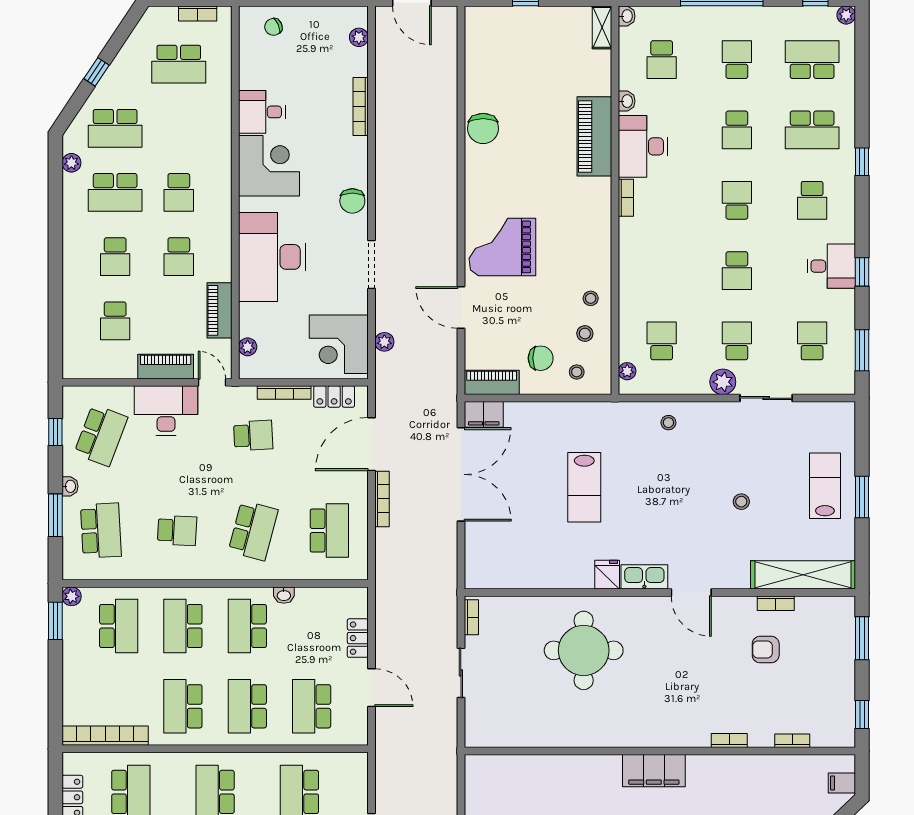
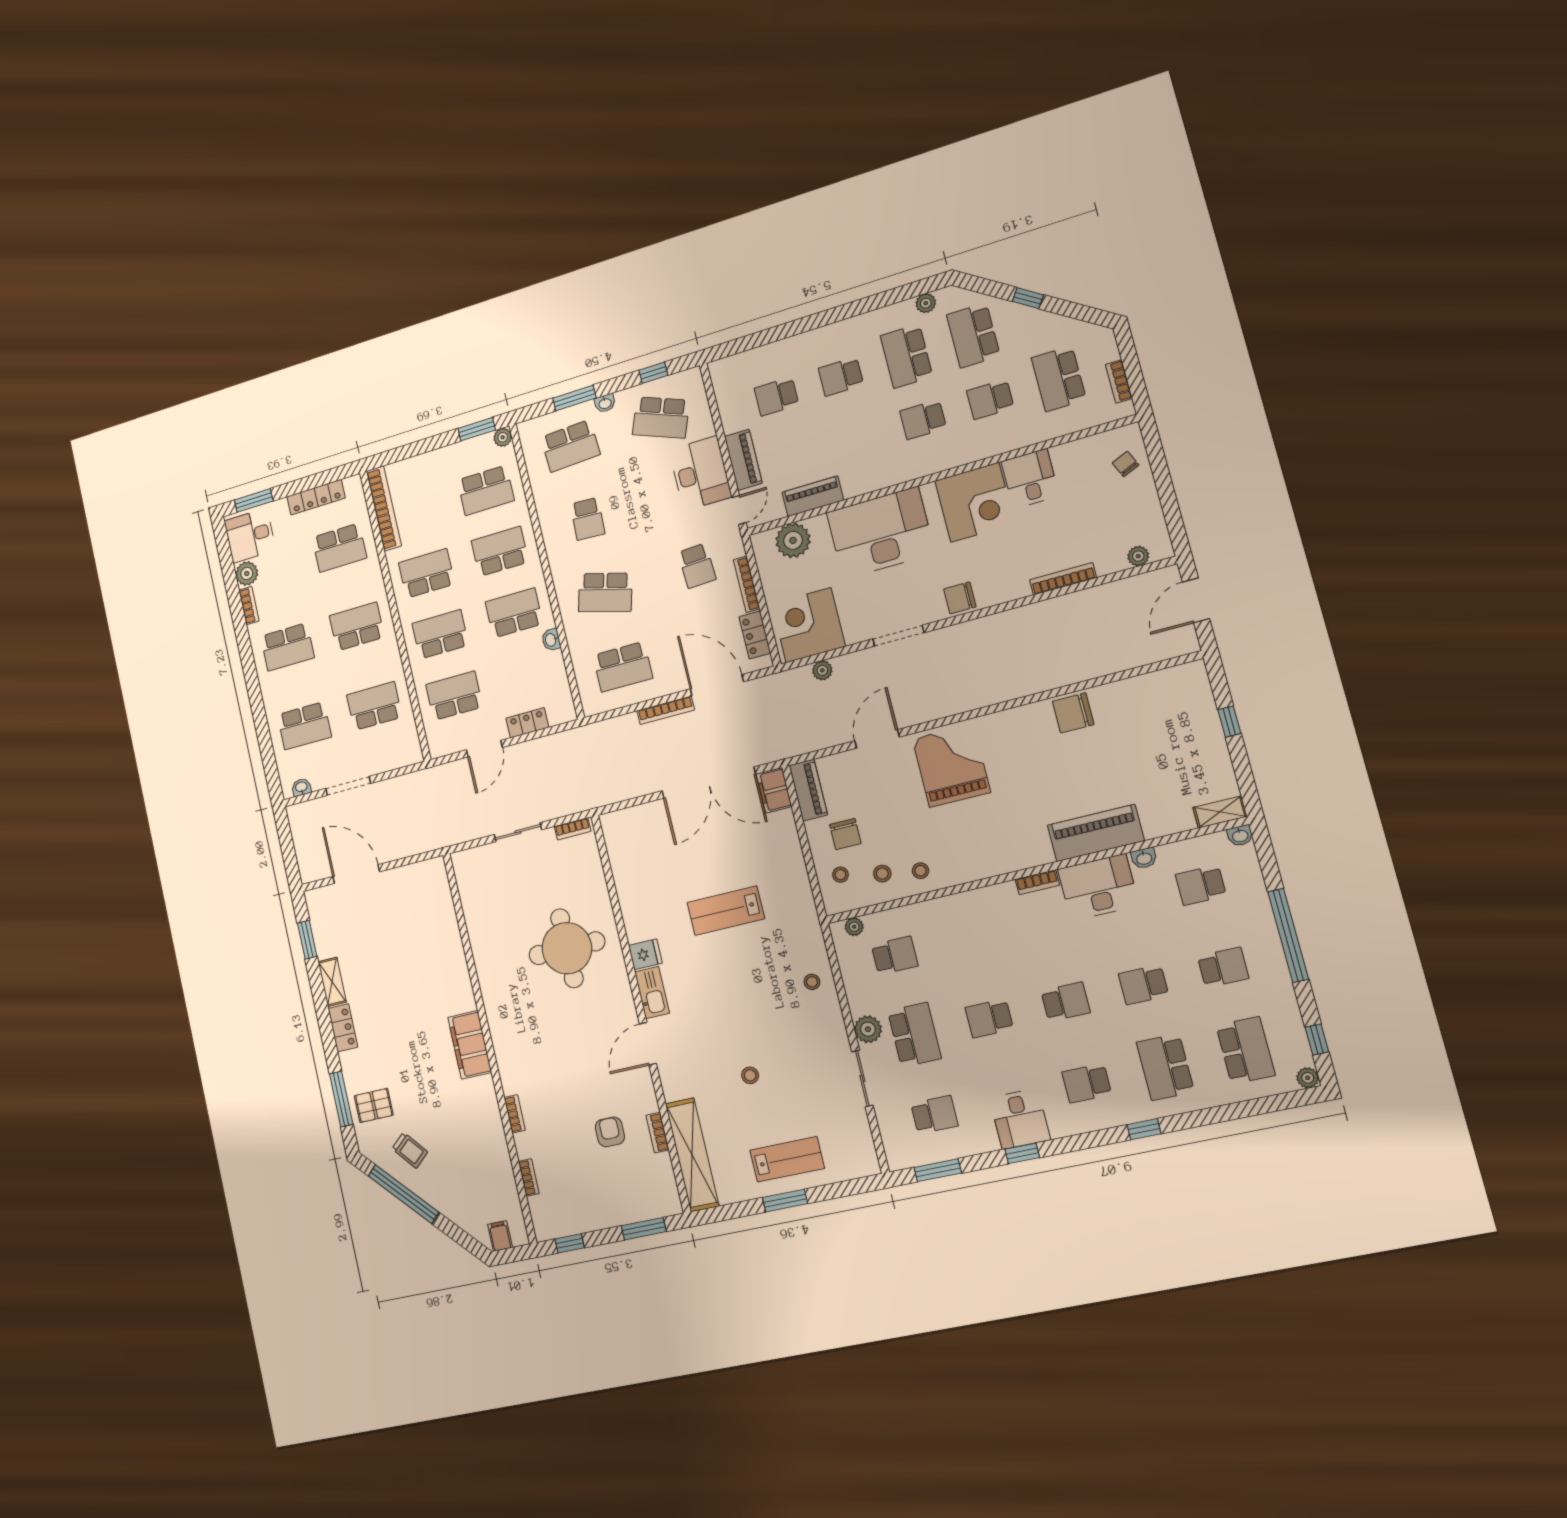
school desk: (179, 257) -> (990, 399), moved
school desk: (737, 341) -> (914, 1035), width x1.85
plant: (248, 347) -> (793, 540), width x1.87, depth x1.87

